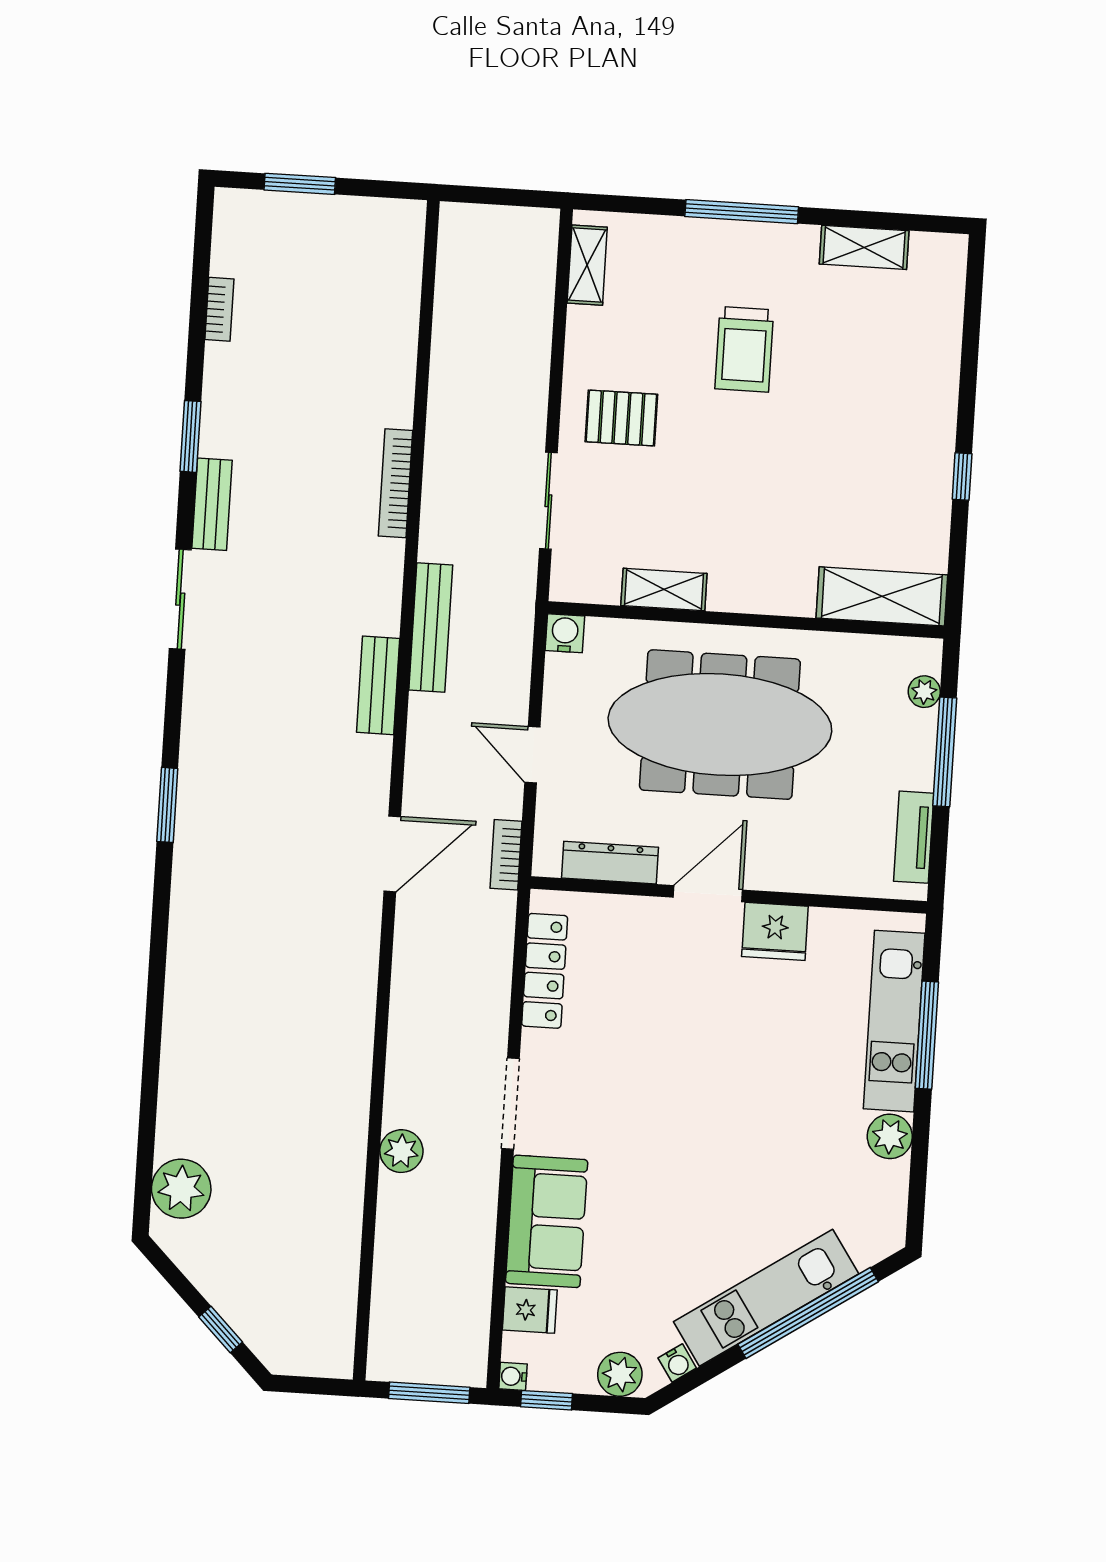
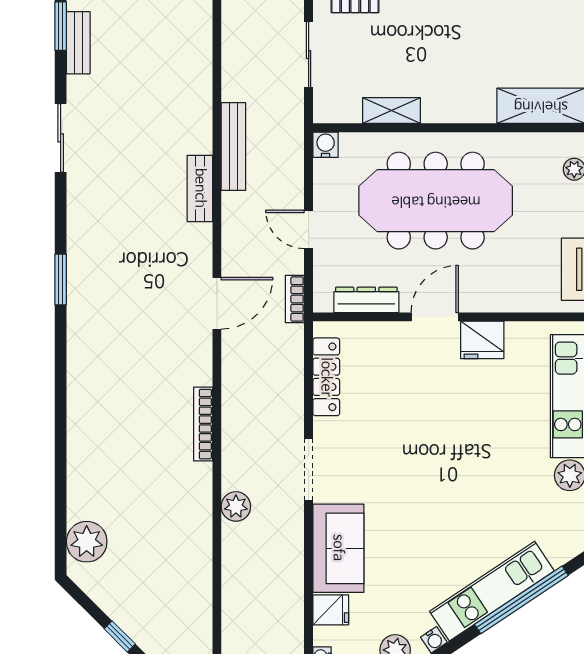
bookcase: (396, 483) -> (203, 424), moved
bench: (212, 504) -> (78, 43), moved

